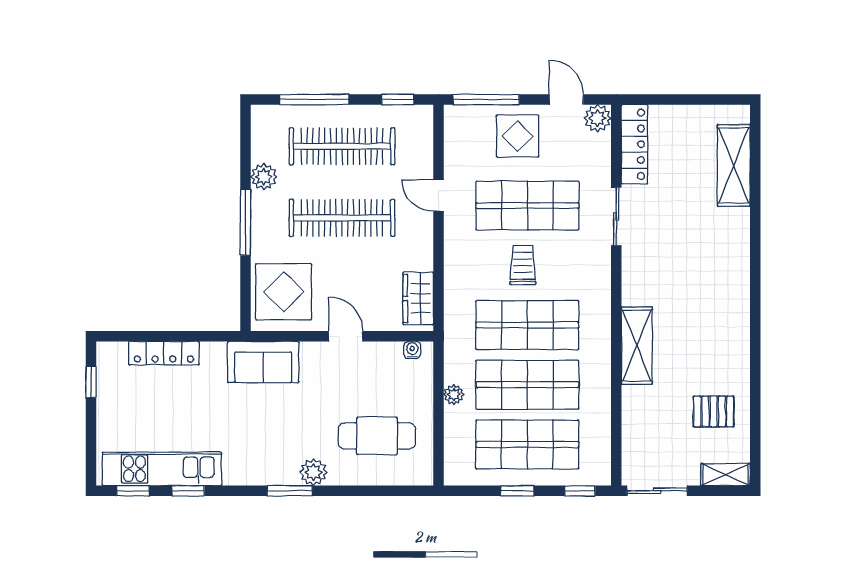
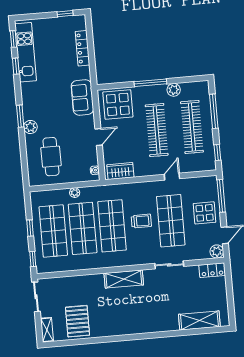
locker: (634, 144) -> (212, 270), width x0.66
shelving: (637, 346) -> (124, 279), moved
pallet: (714, 411) -> (78, 321), width x1.50, depth x1.42

